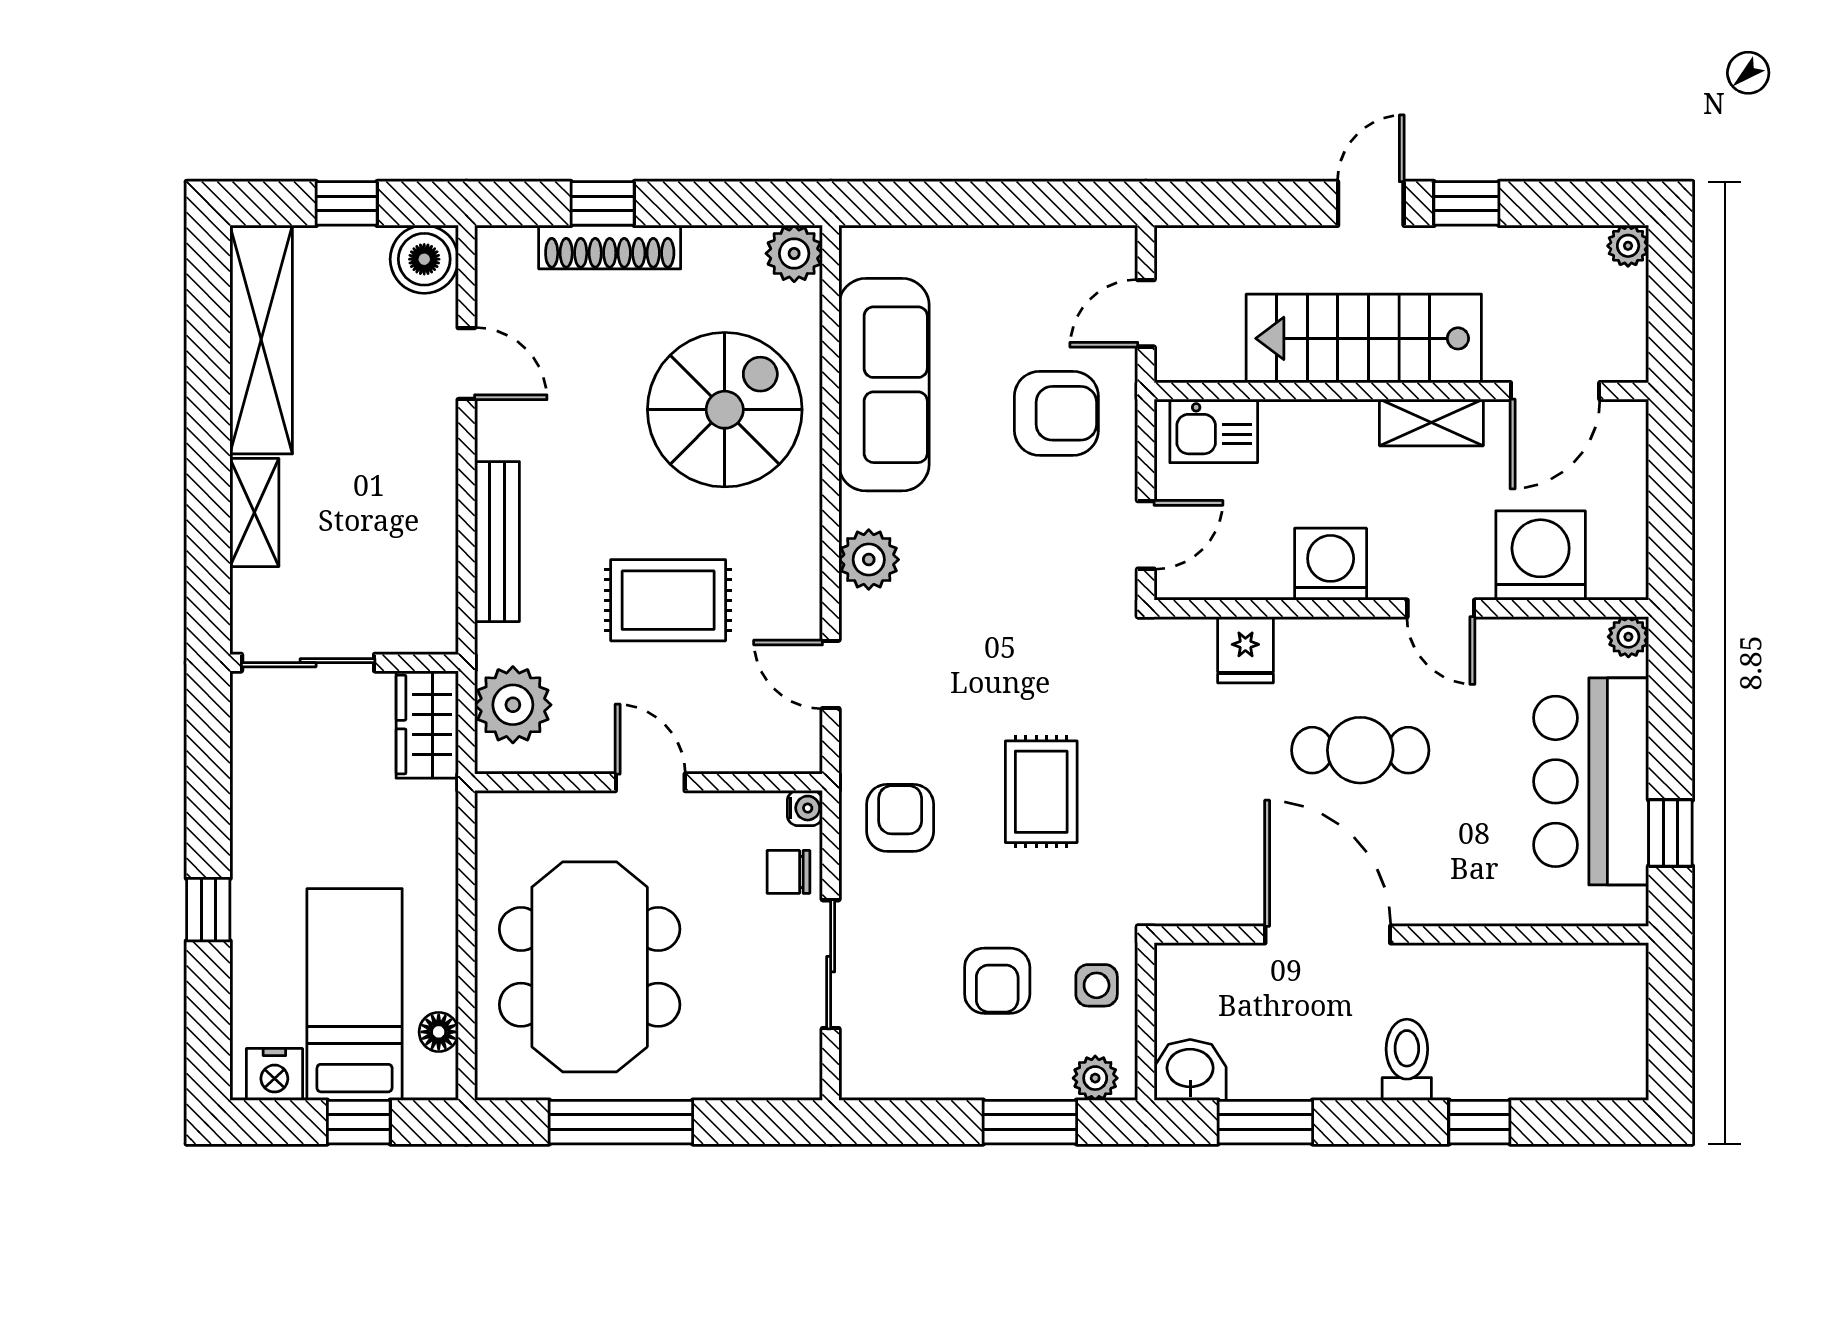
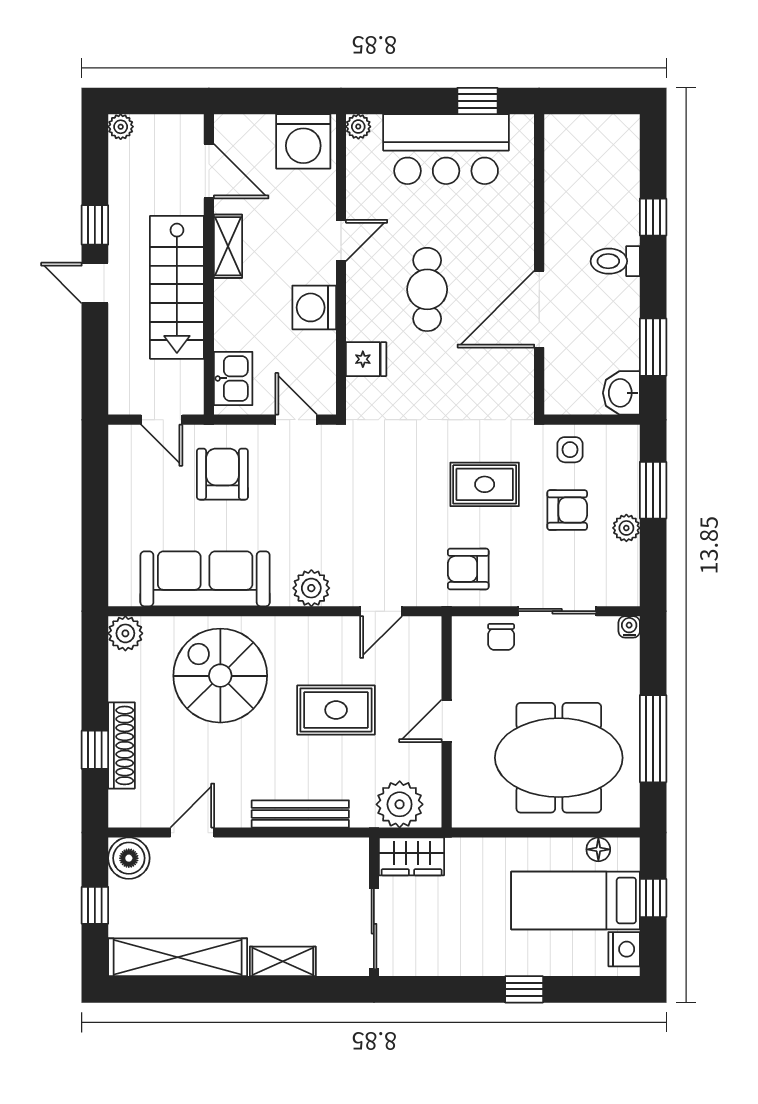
washing machine: (1541, 555) -> (303, 141), moved, turned -90
rug: (668, 600) -> (336, 710), turned 90
rug: (1041, 792) -> (485, 484), moved
water cooler: (805, 808) -> (629, 627), moved
plant: (1095, 1078) -> (626, 528), moved

